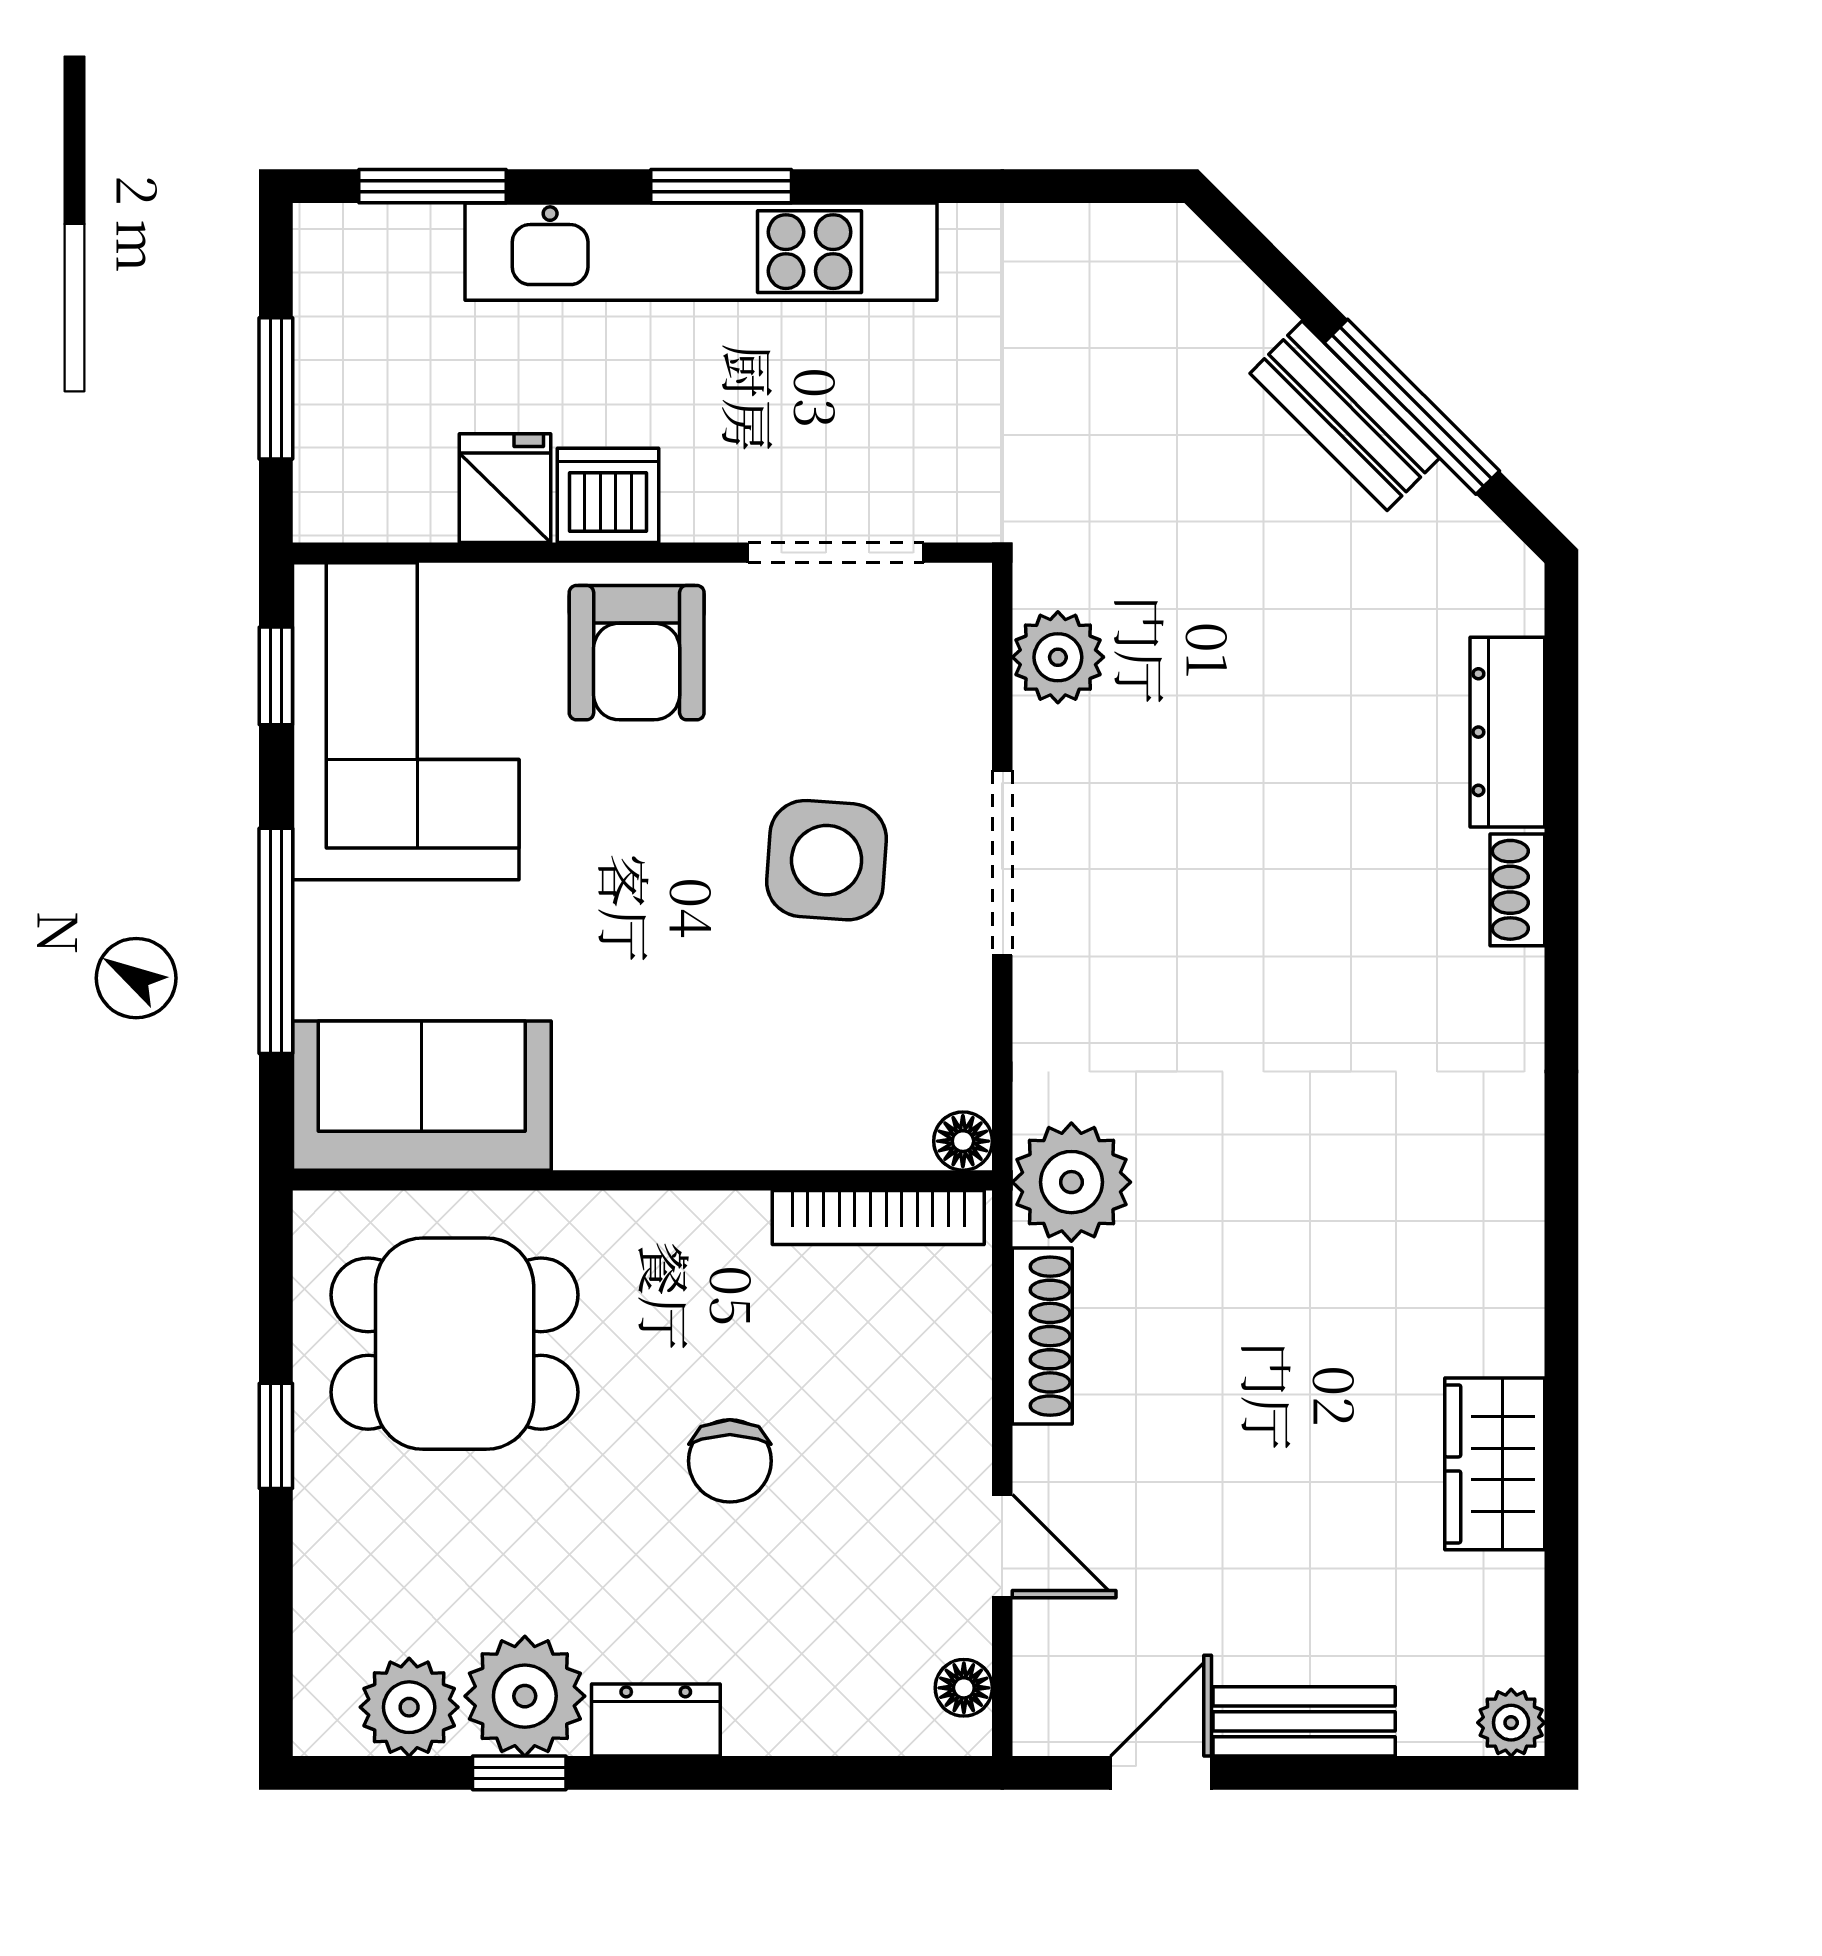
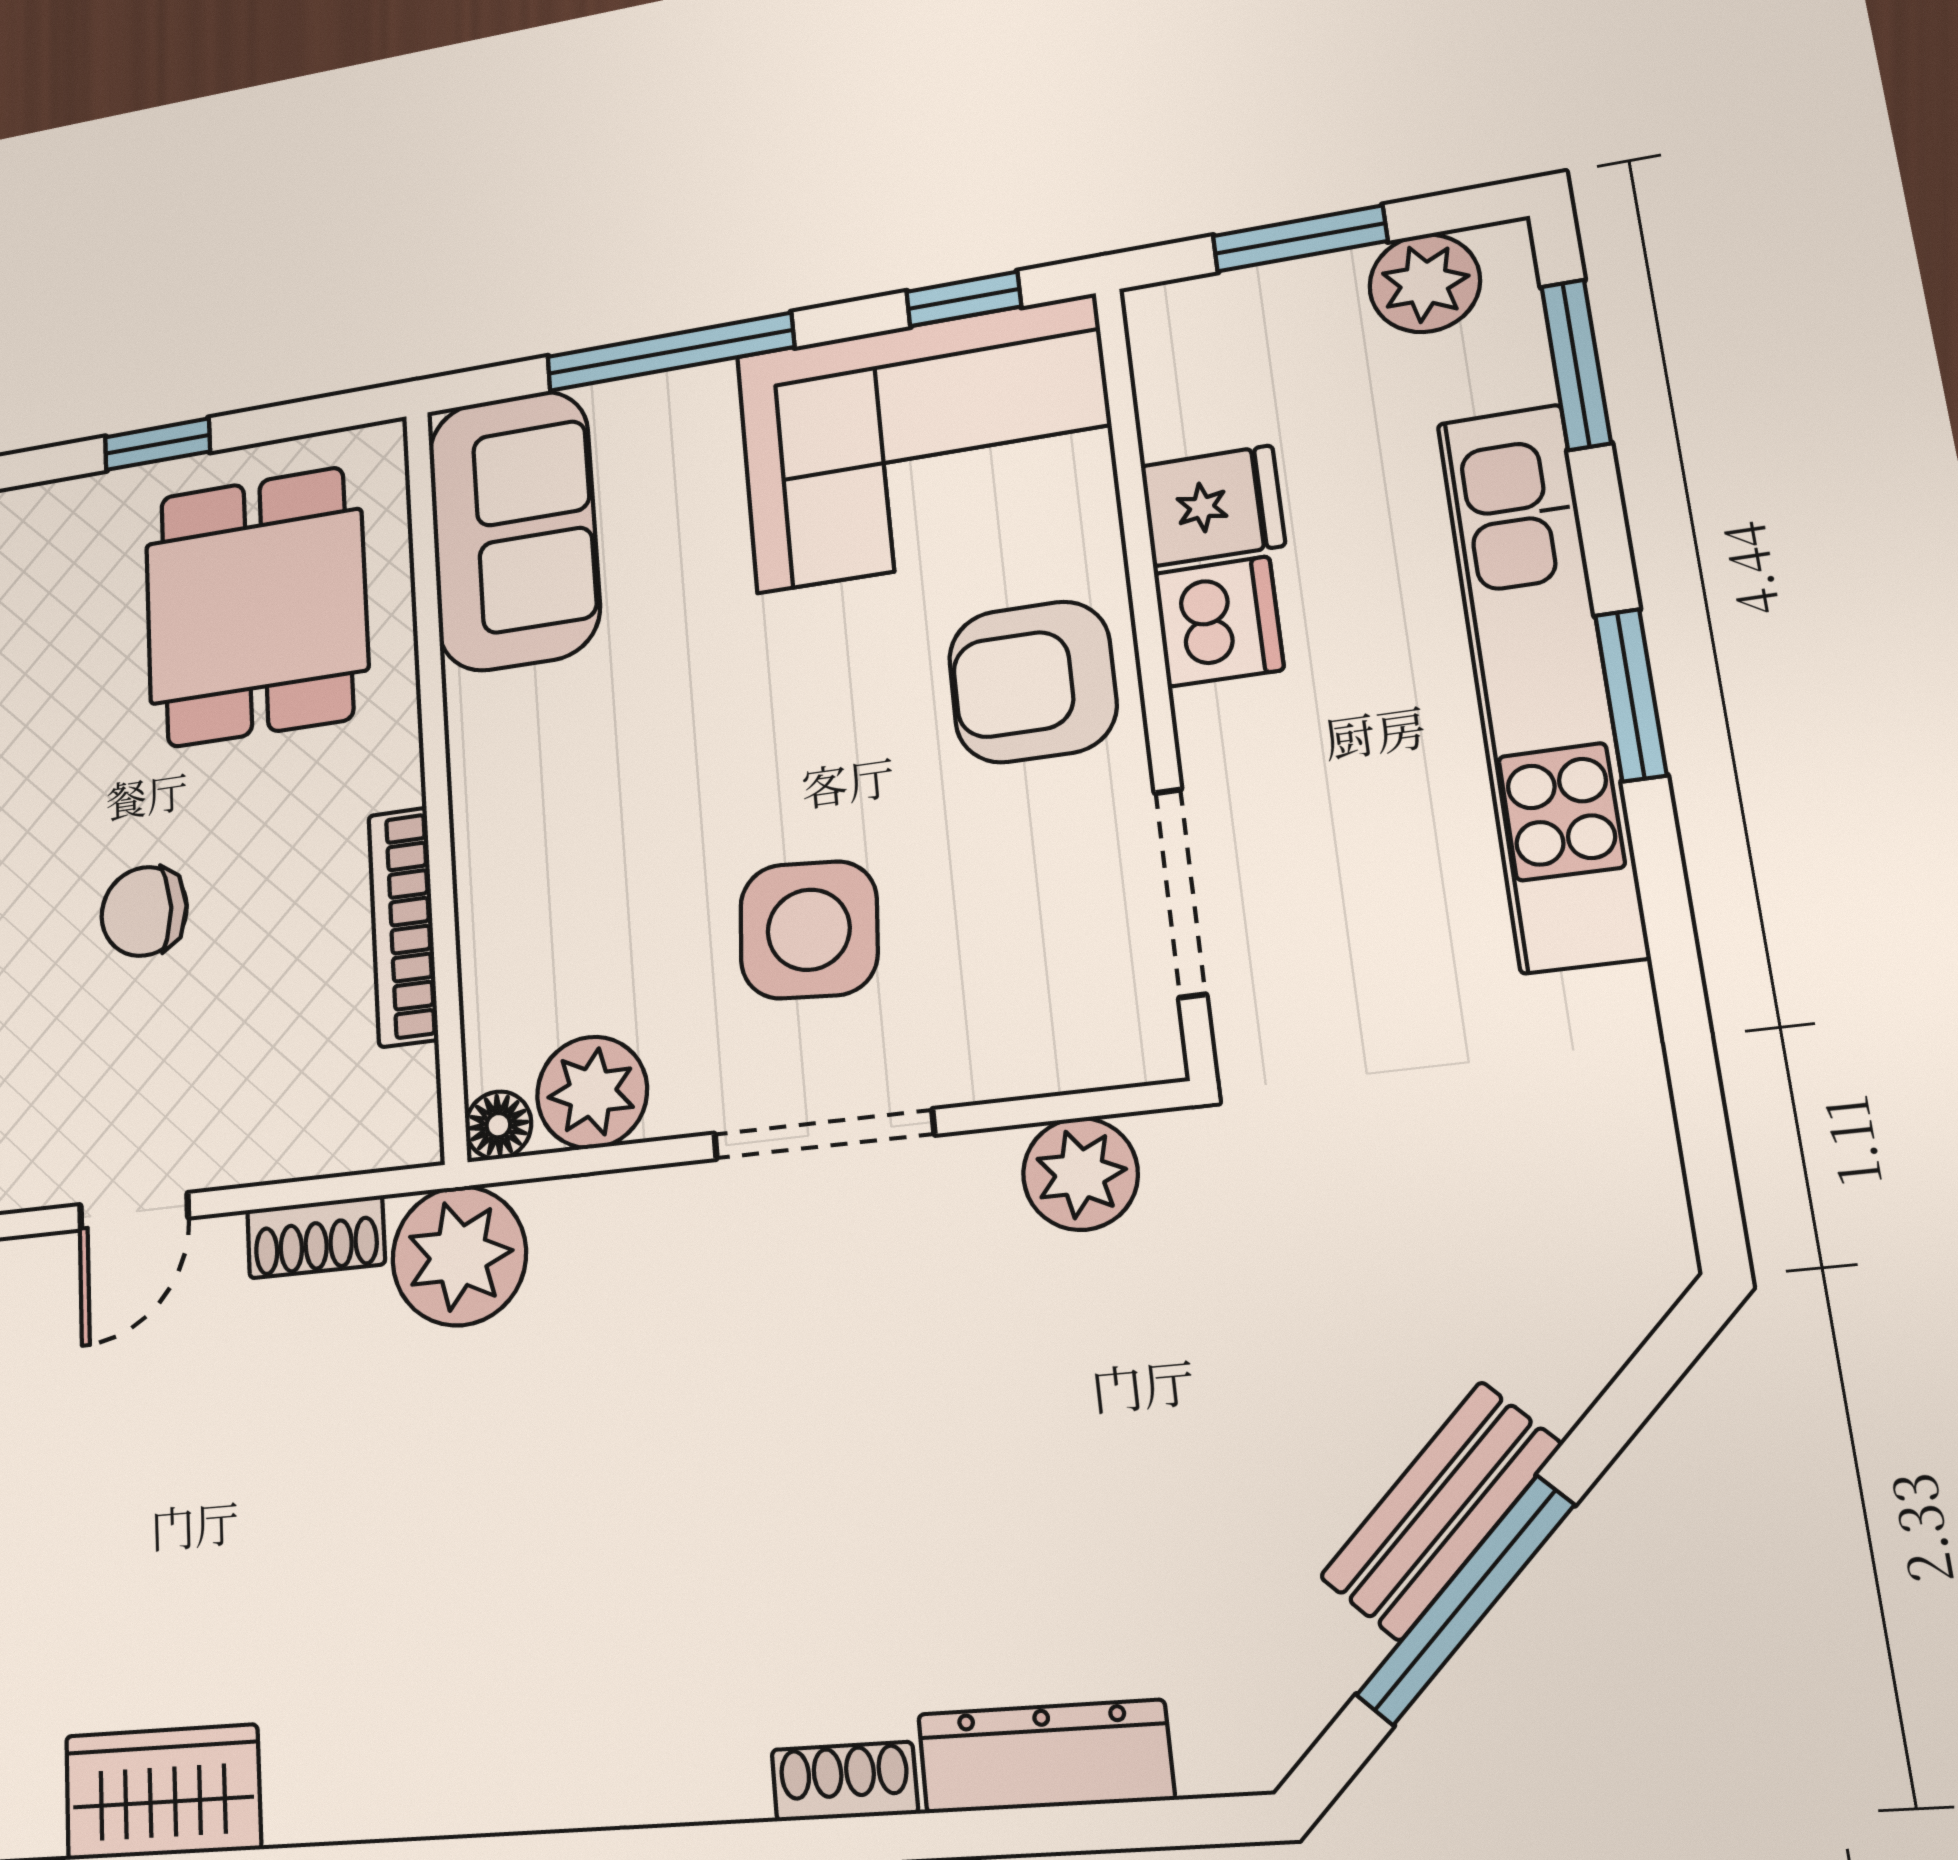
plant: (337, 294) -> (1425, 283), added
plant: (944, 1057) -> (592, 1092), added
bookcase: (878, 1217) -> (403, 927), moved
shoe rack: (1042, 1336) -> (316, 1237), width x0.70
door: (1002, 1546) -> (134, 1211), moved

